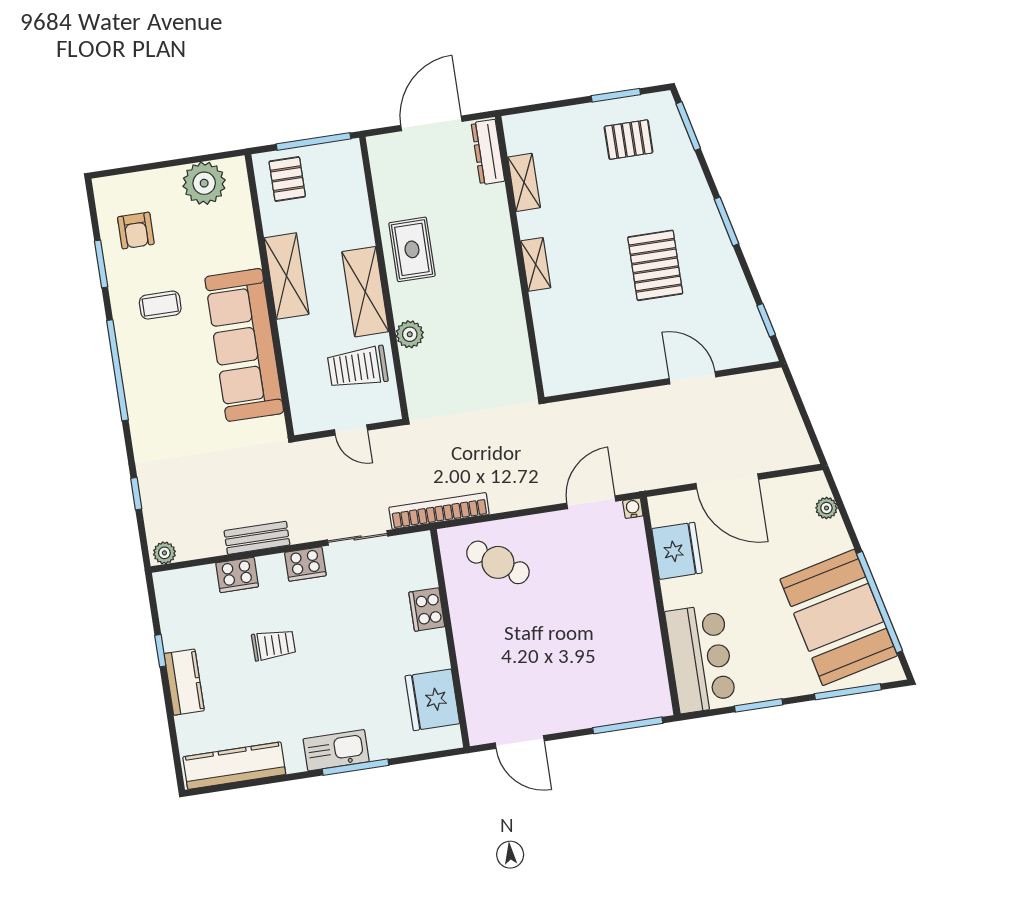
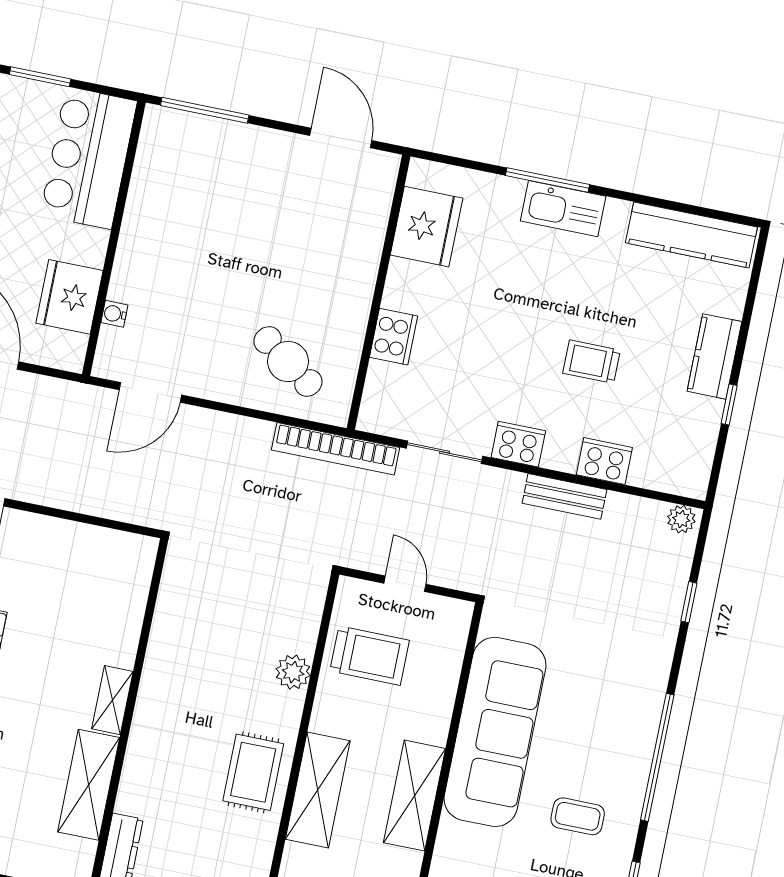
shelving: (524, 182) -> (89, 785), width x1.50, depth x1.33
shelving: (365, 292) -> (318, 790), moved
water cooler: (633, 508) -> (114, 314), moved, turned 90

